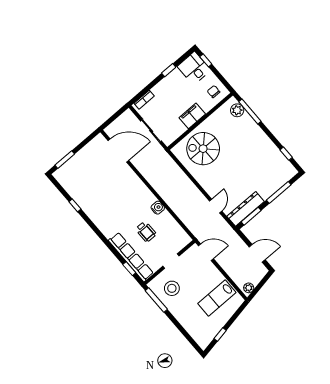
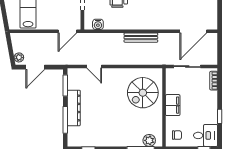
spiral stairs: (203, 149) -> (143, 93), turned 180
bench: (160, 188) -> (141, 38), added
water cooler: (158, 208) -> (98, 24), moved
dresser: (246, 209) -> (74, 108), moved
plant: (249, 288) -> (19, 57), moved

